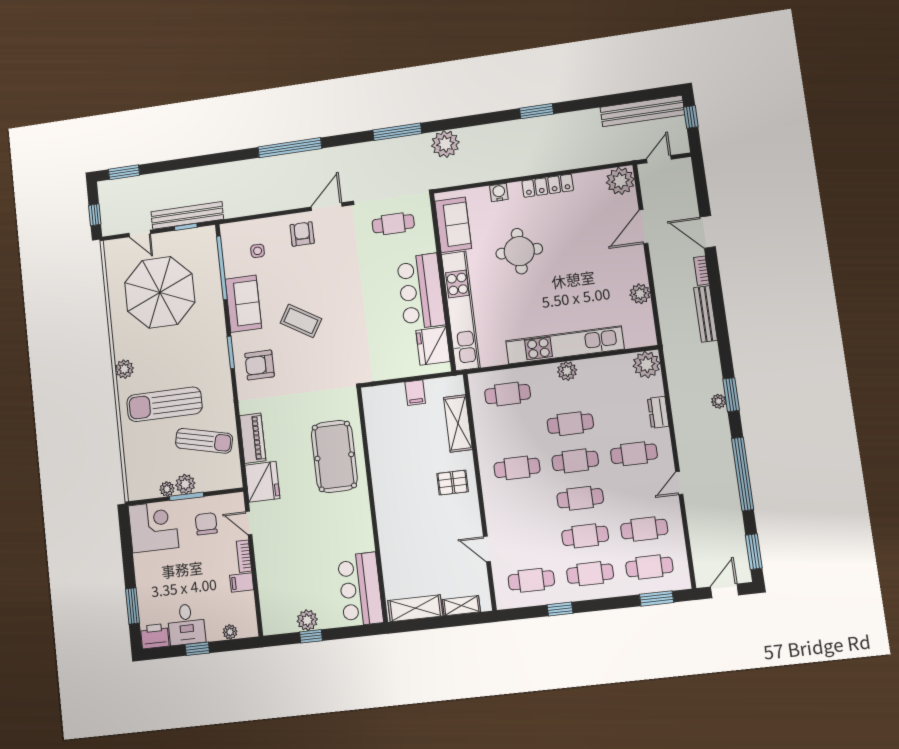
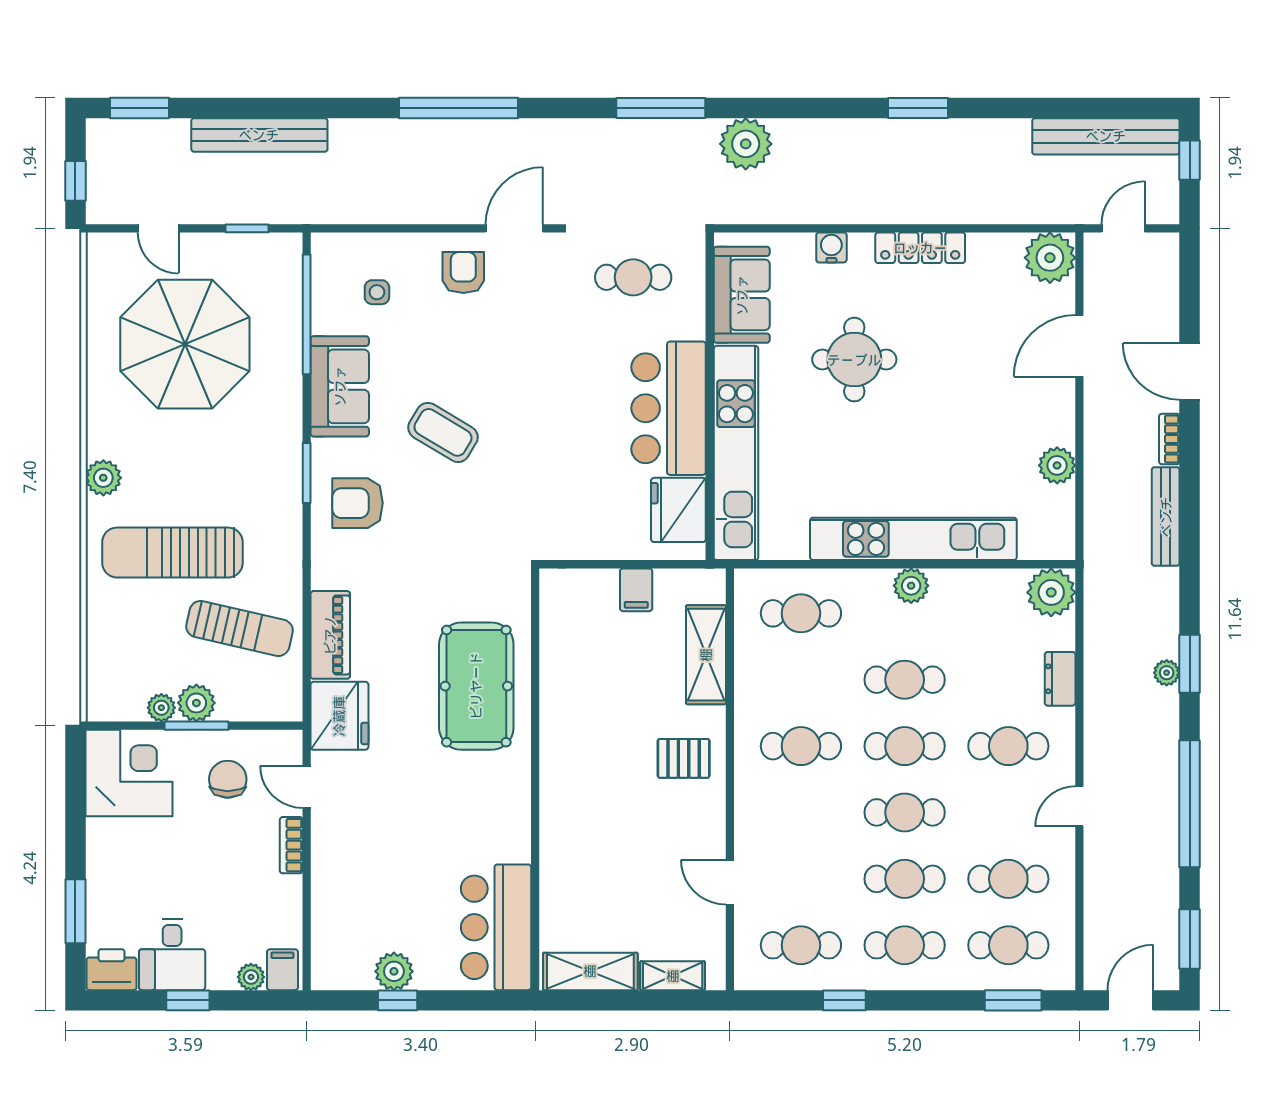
bench: (187, 215) -> (259, 135), moved
filing cabinet: (242, 582) -> (282, 970), moved, turned 90

